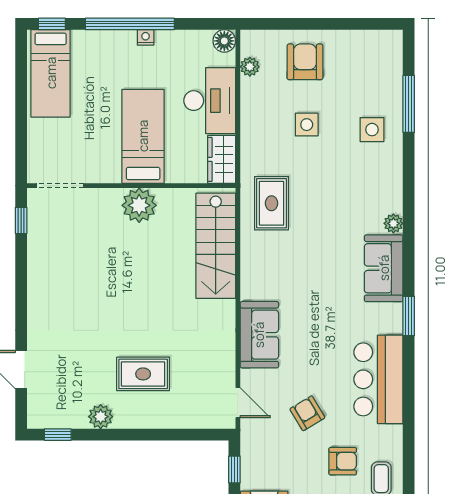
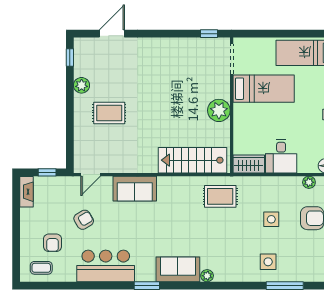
desk: (210, 101) -> (281, 156), width x0.73
bed: (143, 136) -> (264, 89), moved
rug: (143, 374) -> (109, 113), turned 90

